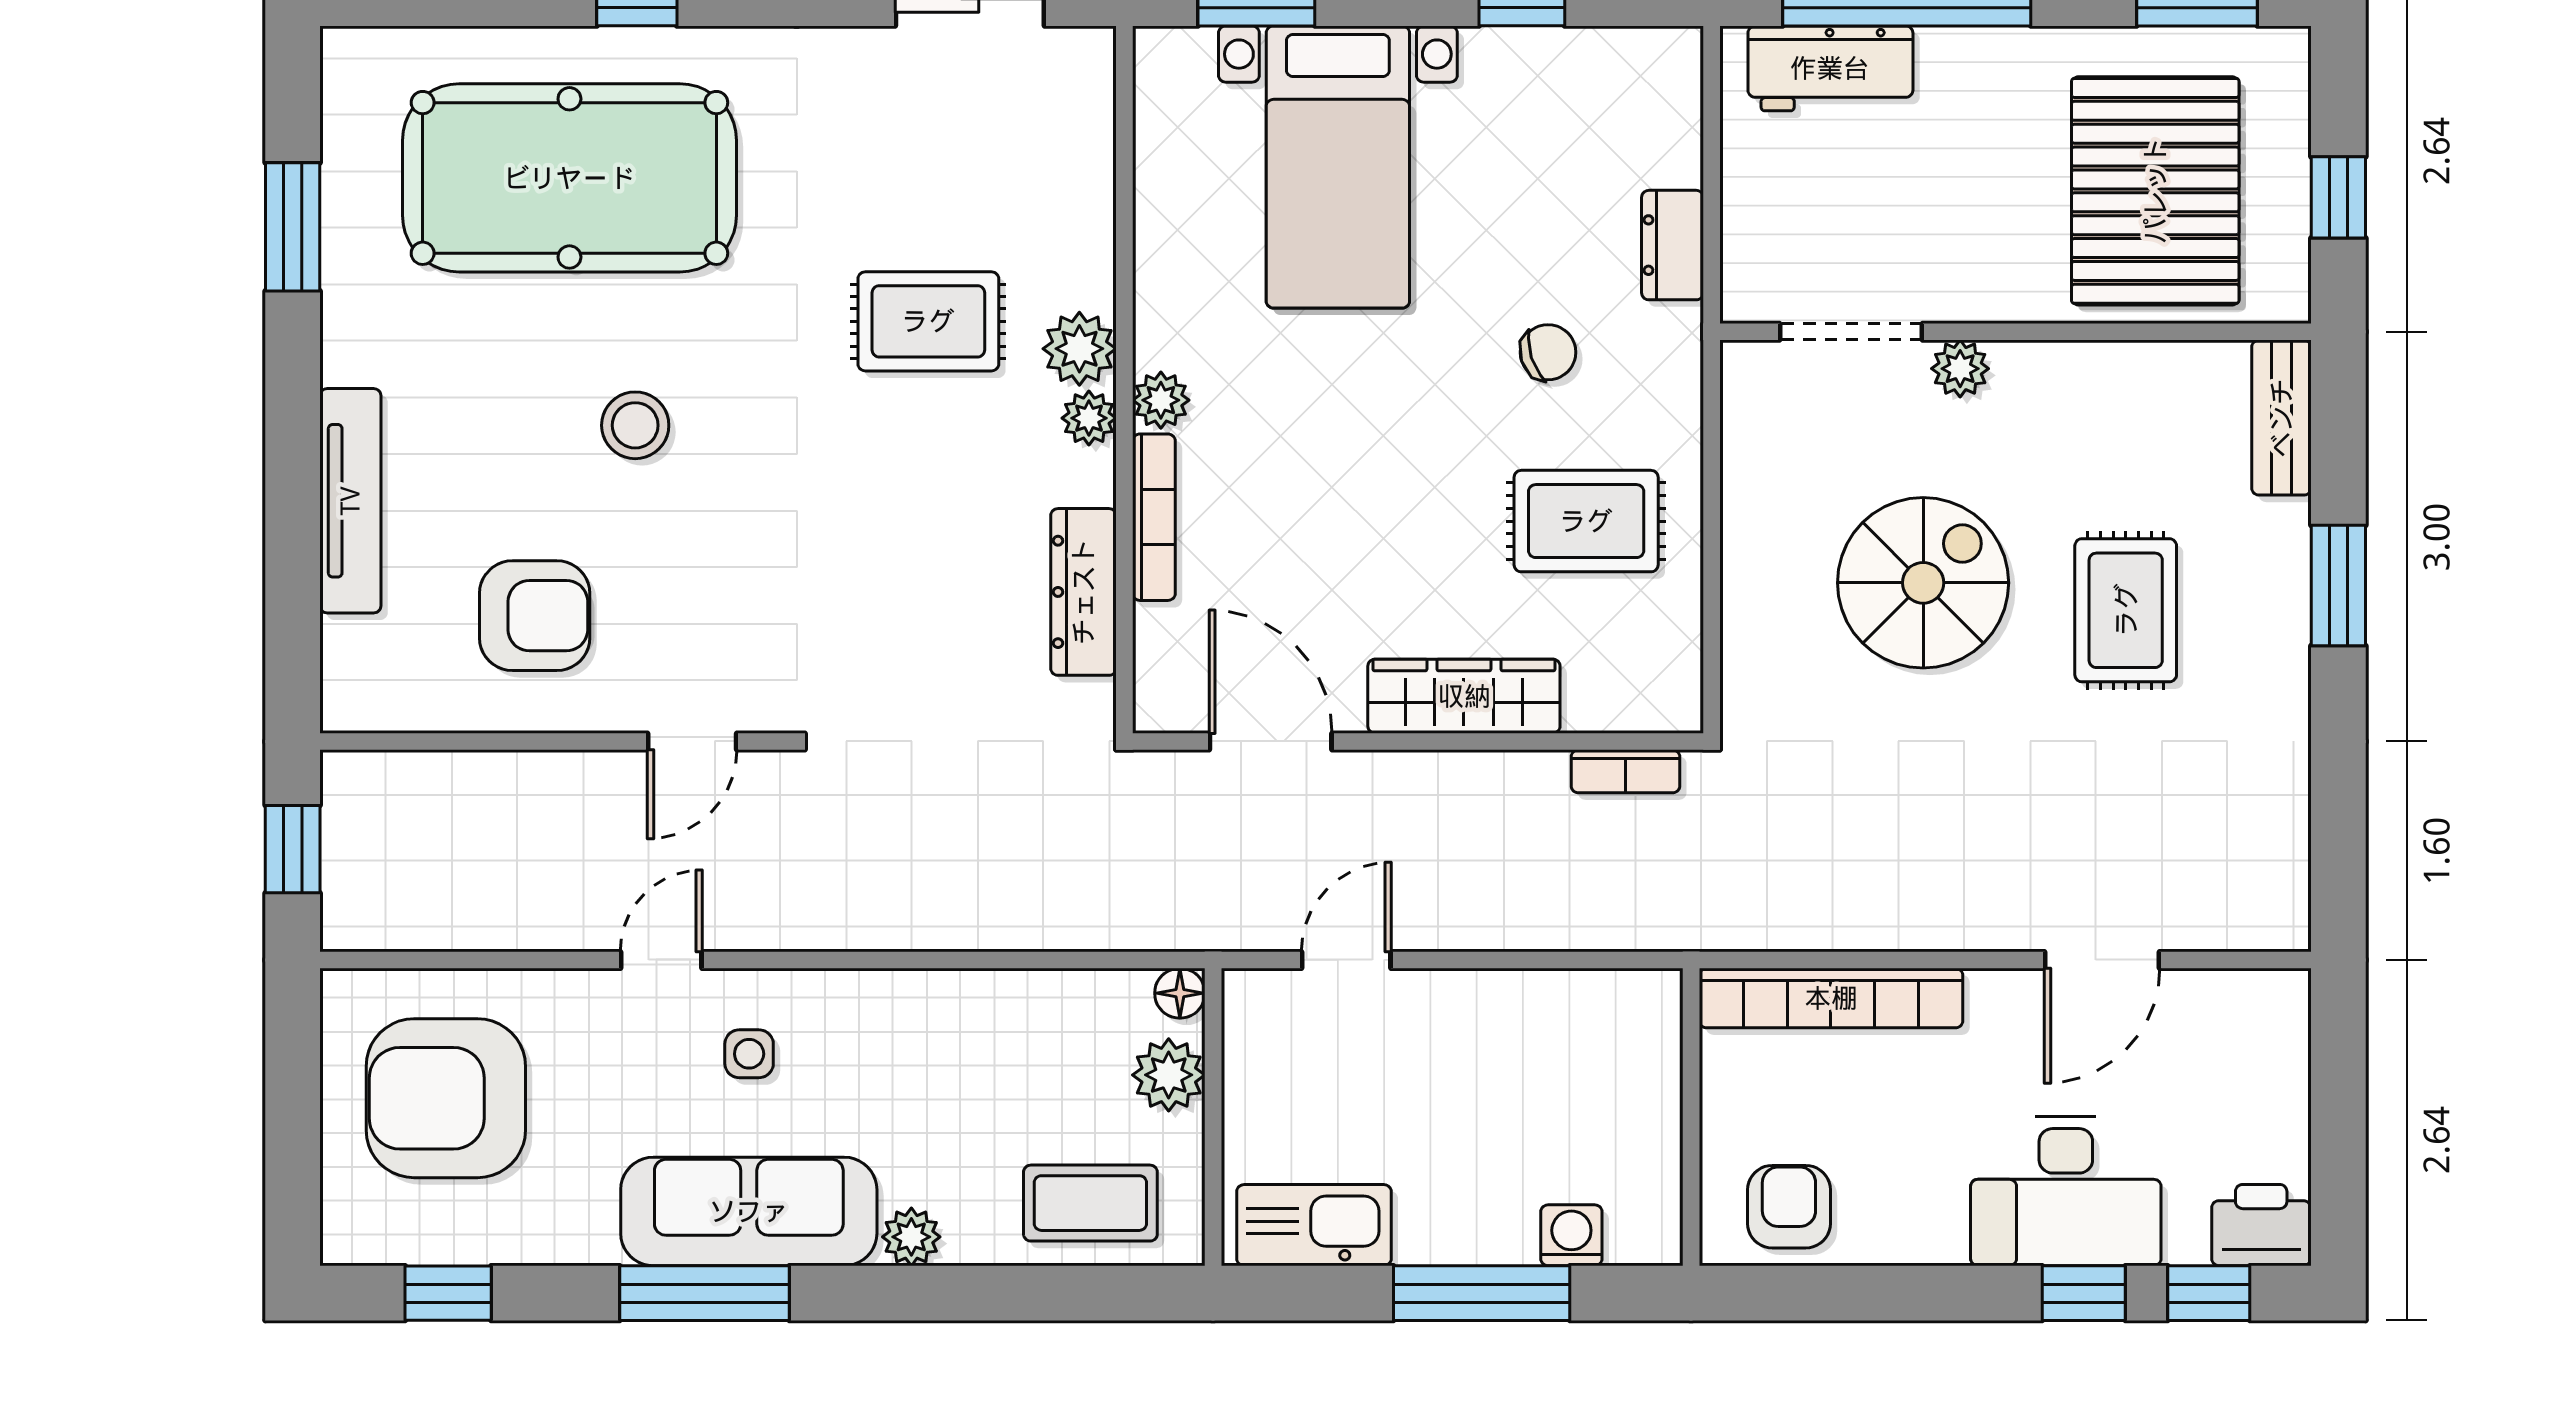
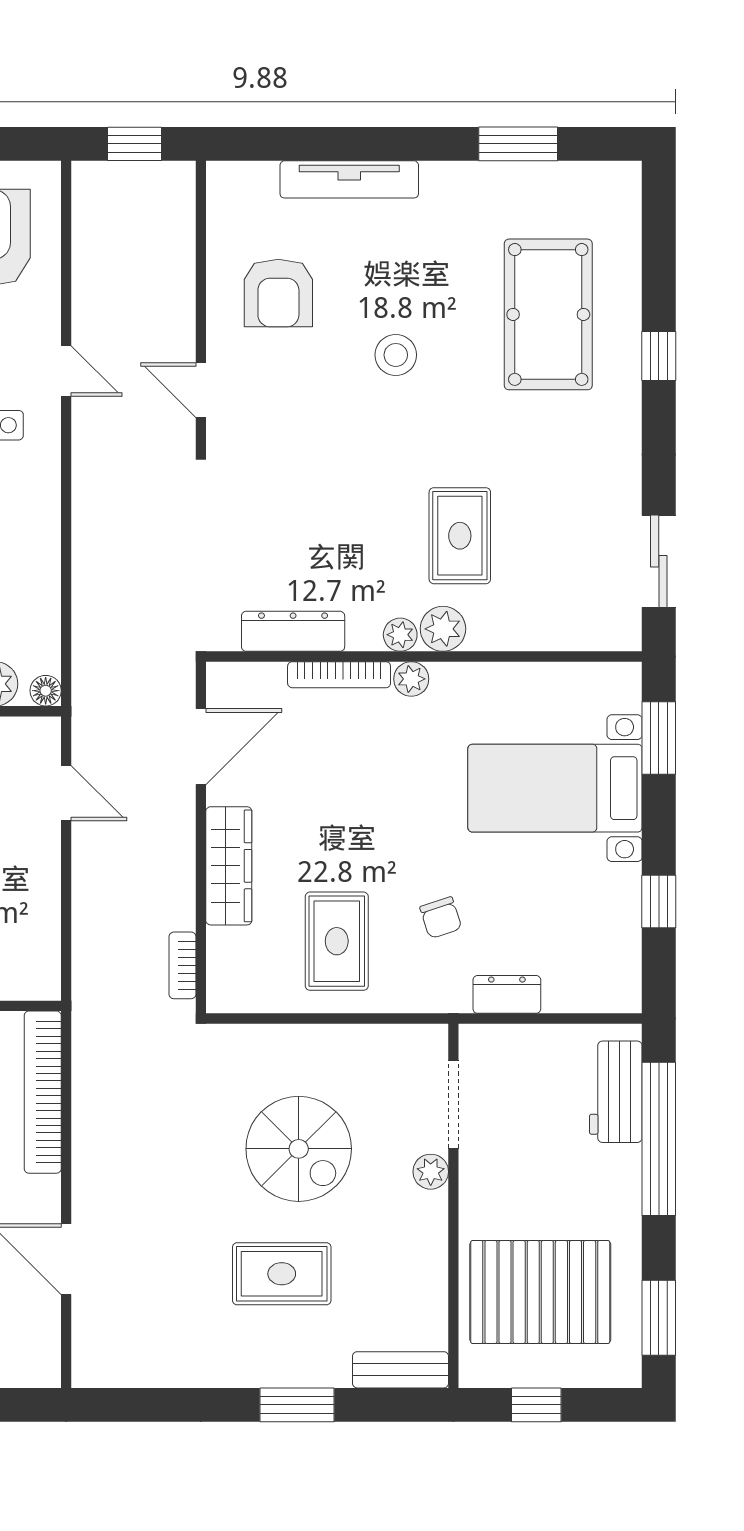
pool table: (569, 178) -> (548, 314), width x0.73, depth x0.76

